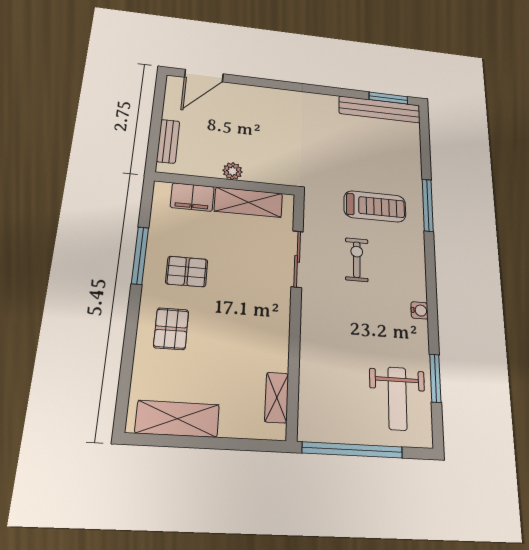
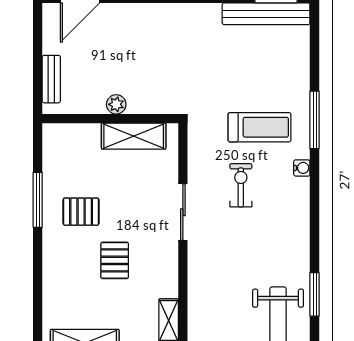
filing cabinet: (192, 197) -> (80, 136), removed
sliding door: (297, 259) -> (183, 212), moved
water cooler: (420, 310) -> (302, 168), moved
pallet: (171, 329) -> (115, 260), moved

